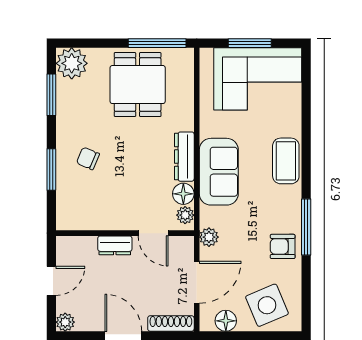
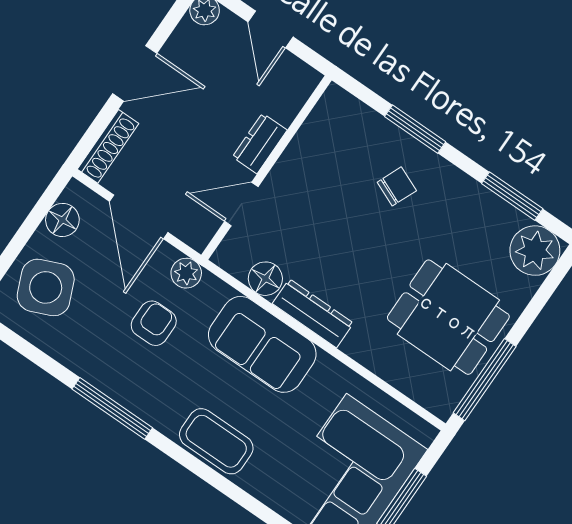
plant: (185, 215) -> (236, 262), removed
armchair: (283, 246) -> (154, 323), moved

